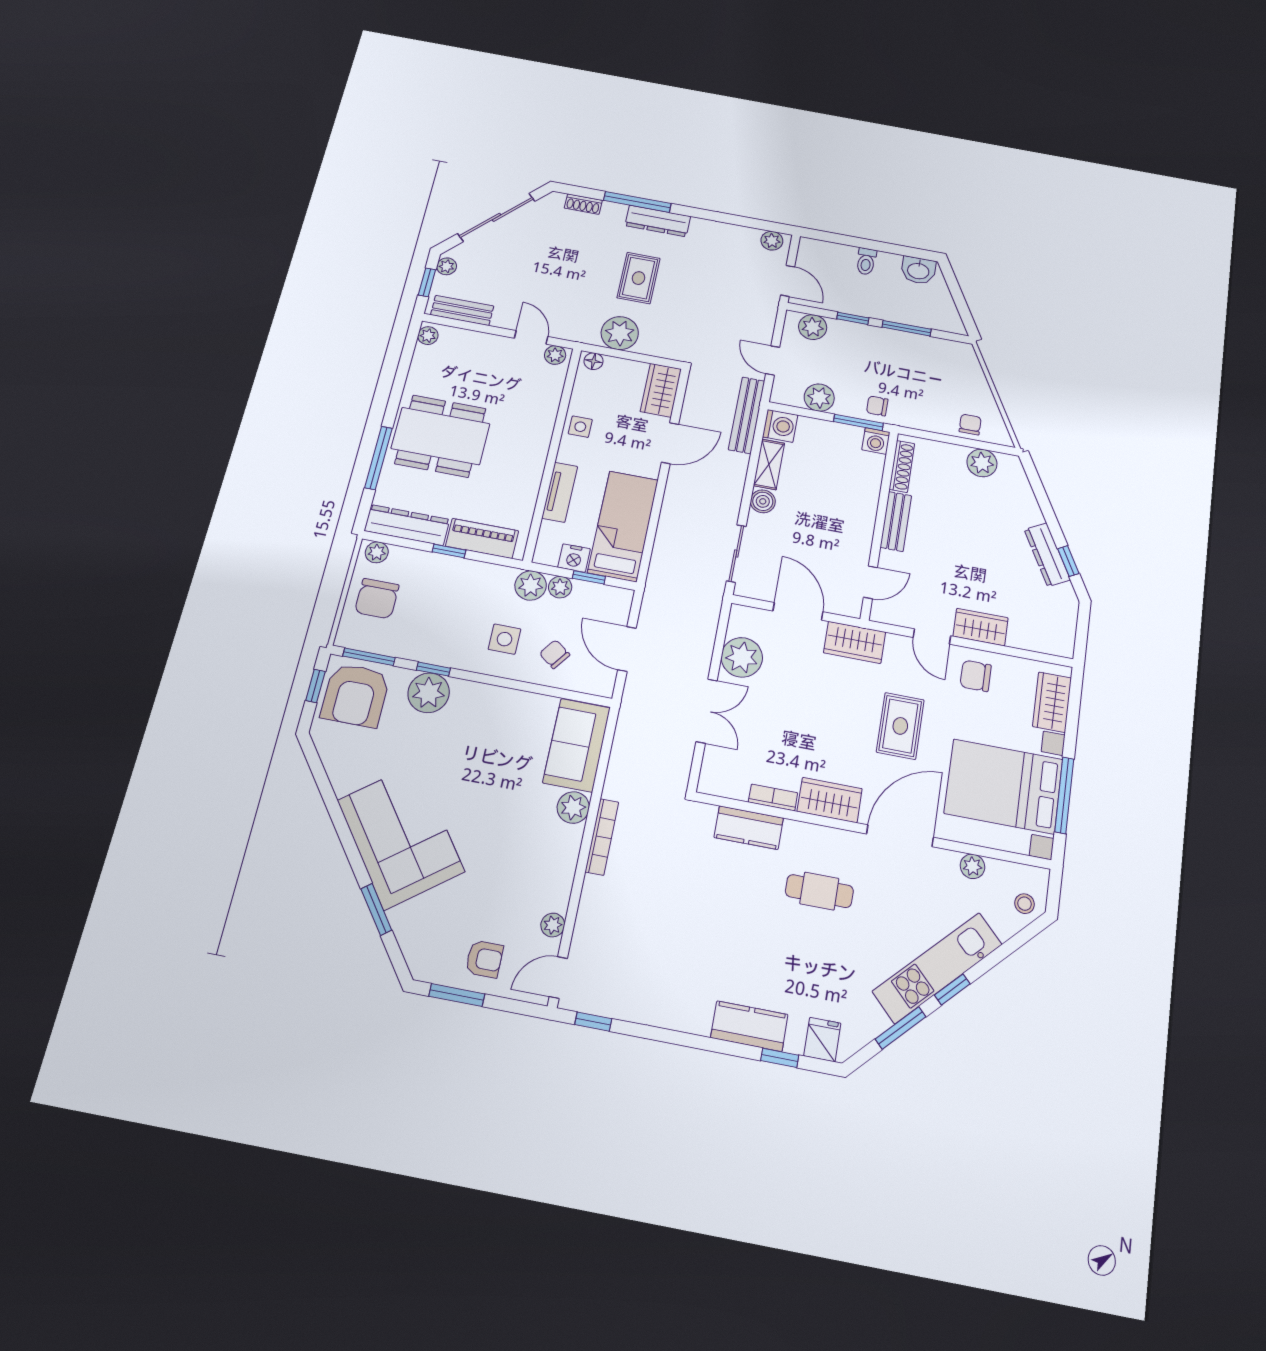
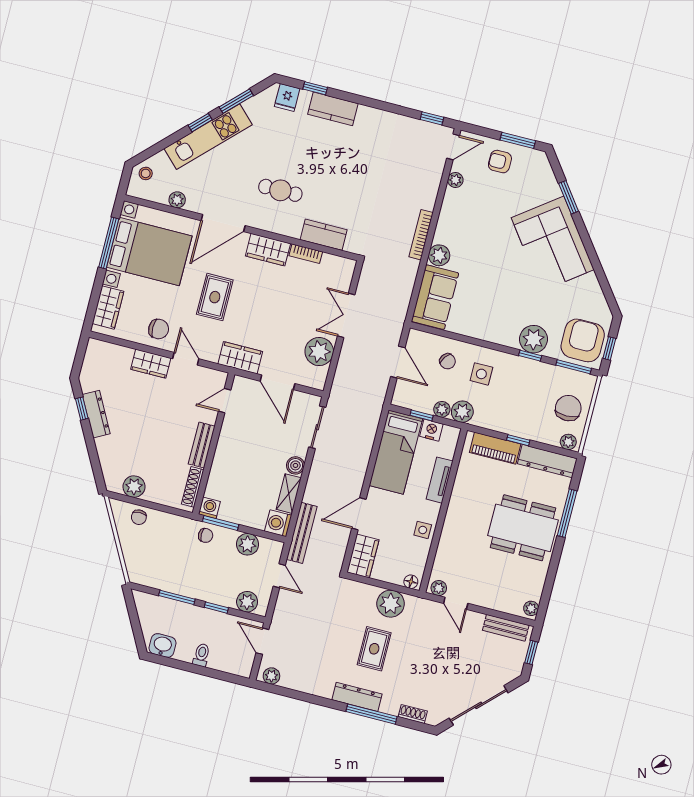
plant: (447, 266) -> (517, 665), removed

